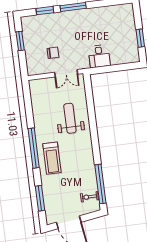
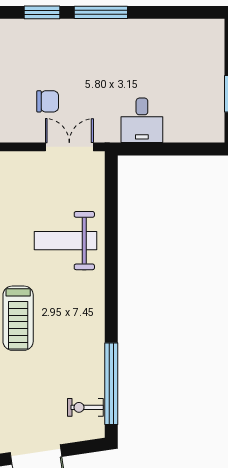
double door: (66, 73) -> (69, 147), swing flipped
weight bench: (70, 118) -> (66, 241), turned -90

